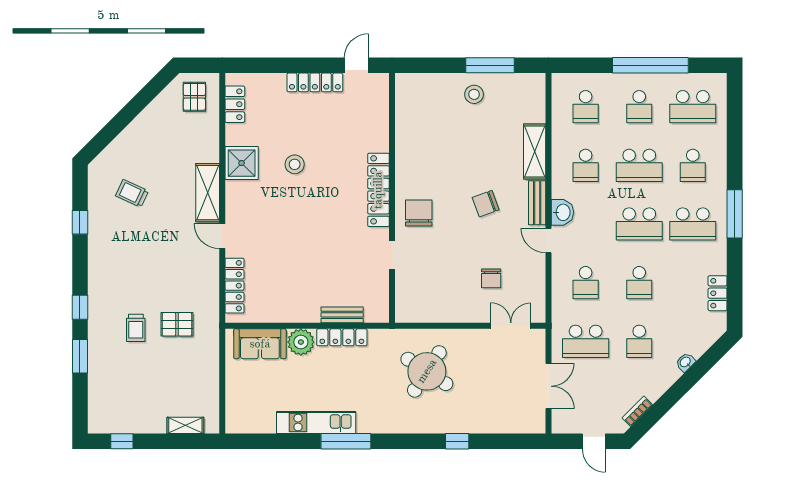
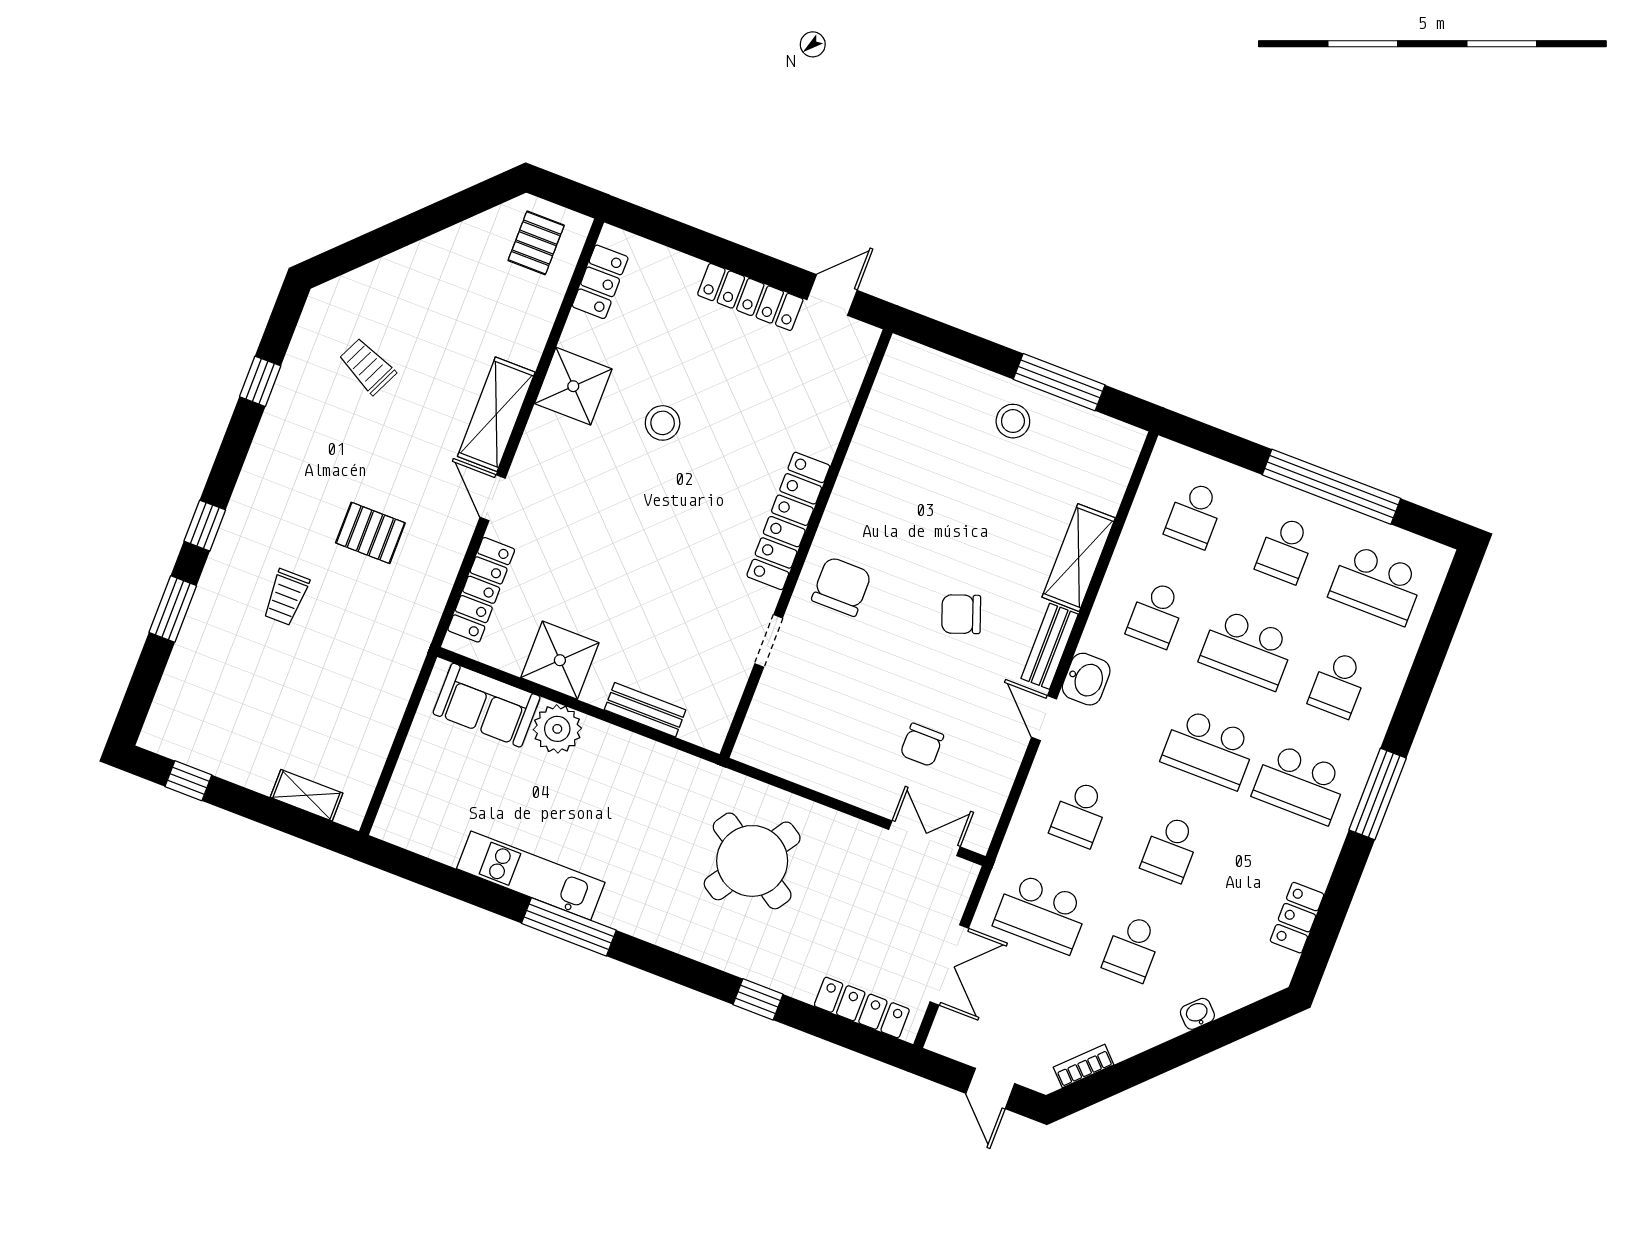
shower: (289, 306) -> (560, 660), added
pallet: (177, 324) -> (370, 533), moved
locker: (342, 337) -> (862, 1008), moved, turned 180

